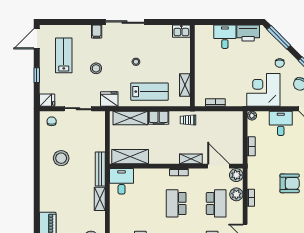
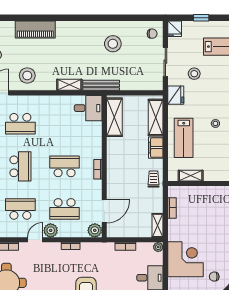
stool: (96, 68) -> (194, 74), moved
shelving: (191, 159) -> (158, 225), moved
plant: (236, 194) -> (51, 230), moved

